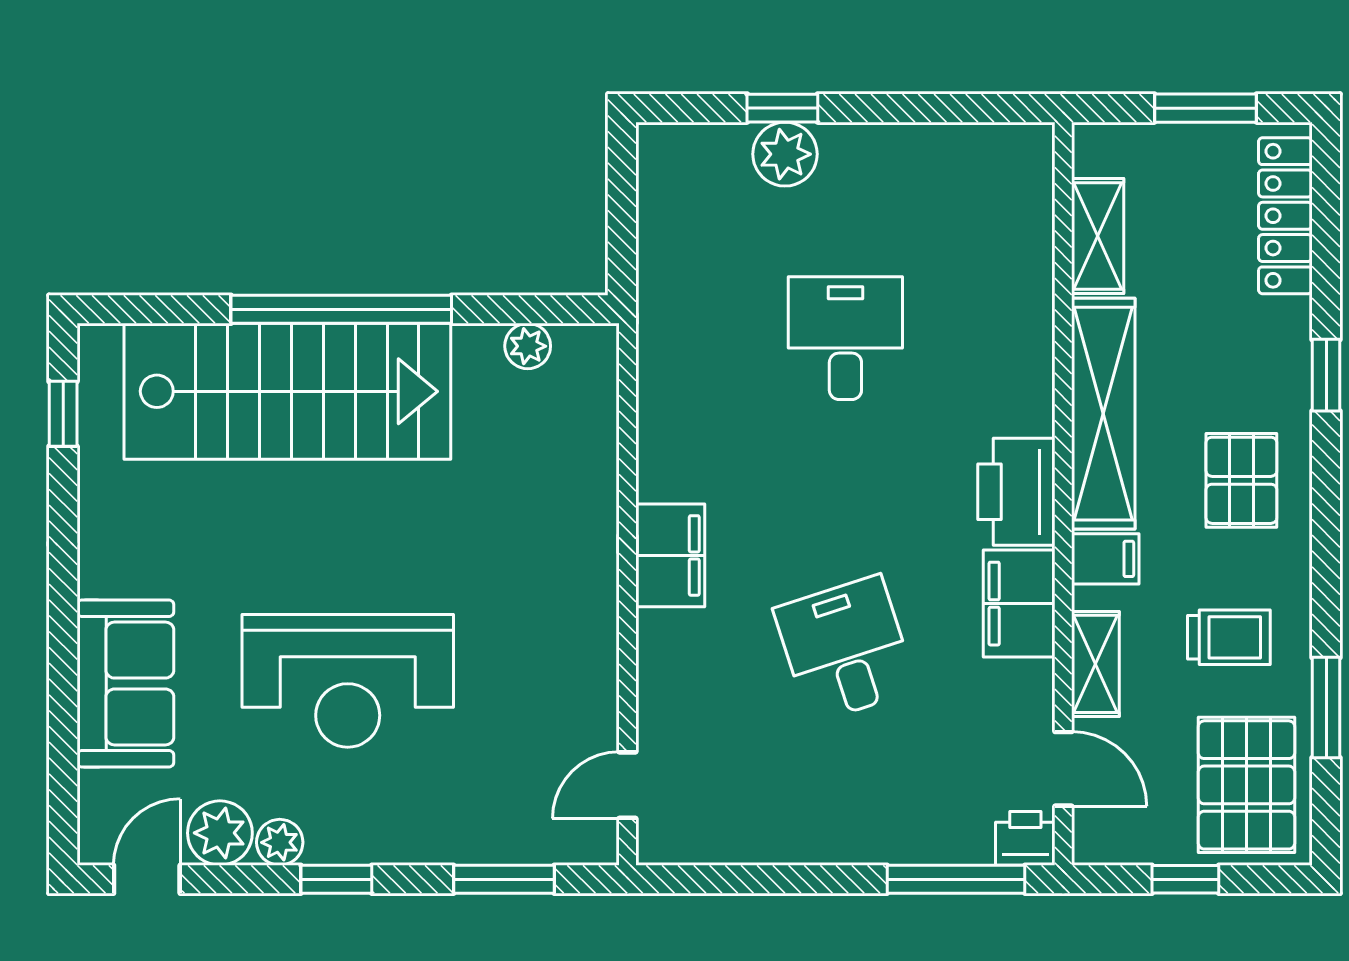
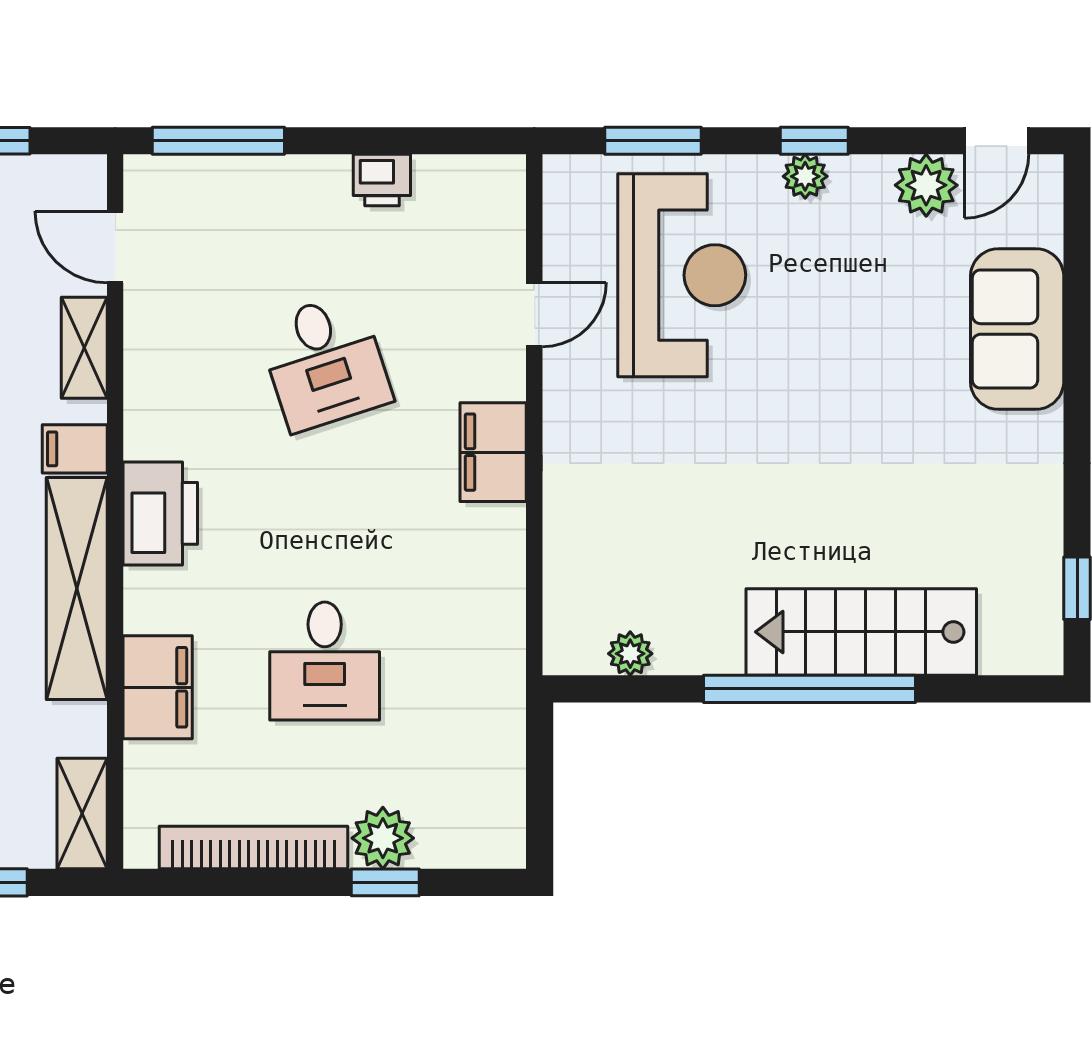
bookcase: (919, 144) -> (253, 848), added
shelving: (1098, 236) -> (82, 813), moved
stairs: (287, 391) -> (861, 632), width x0.73, depth x0.66
filing cabinet: (1019, 604) -> (158, 687), moved
reception desk: (348, 681) -> (682, 275), moved, turned 90
door: (627, 785) -> (534, 315), moved
printer: (1025, 838) -> (382, 180), moved
plant: (280, 842) -> (805, 176), moved

